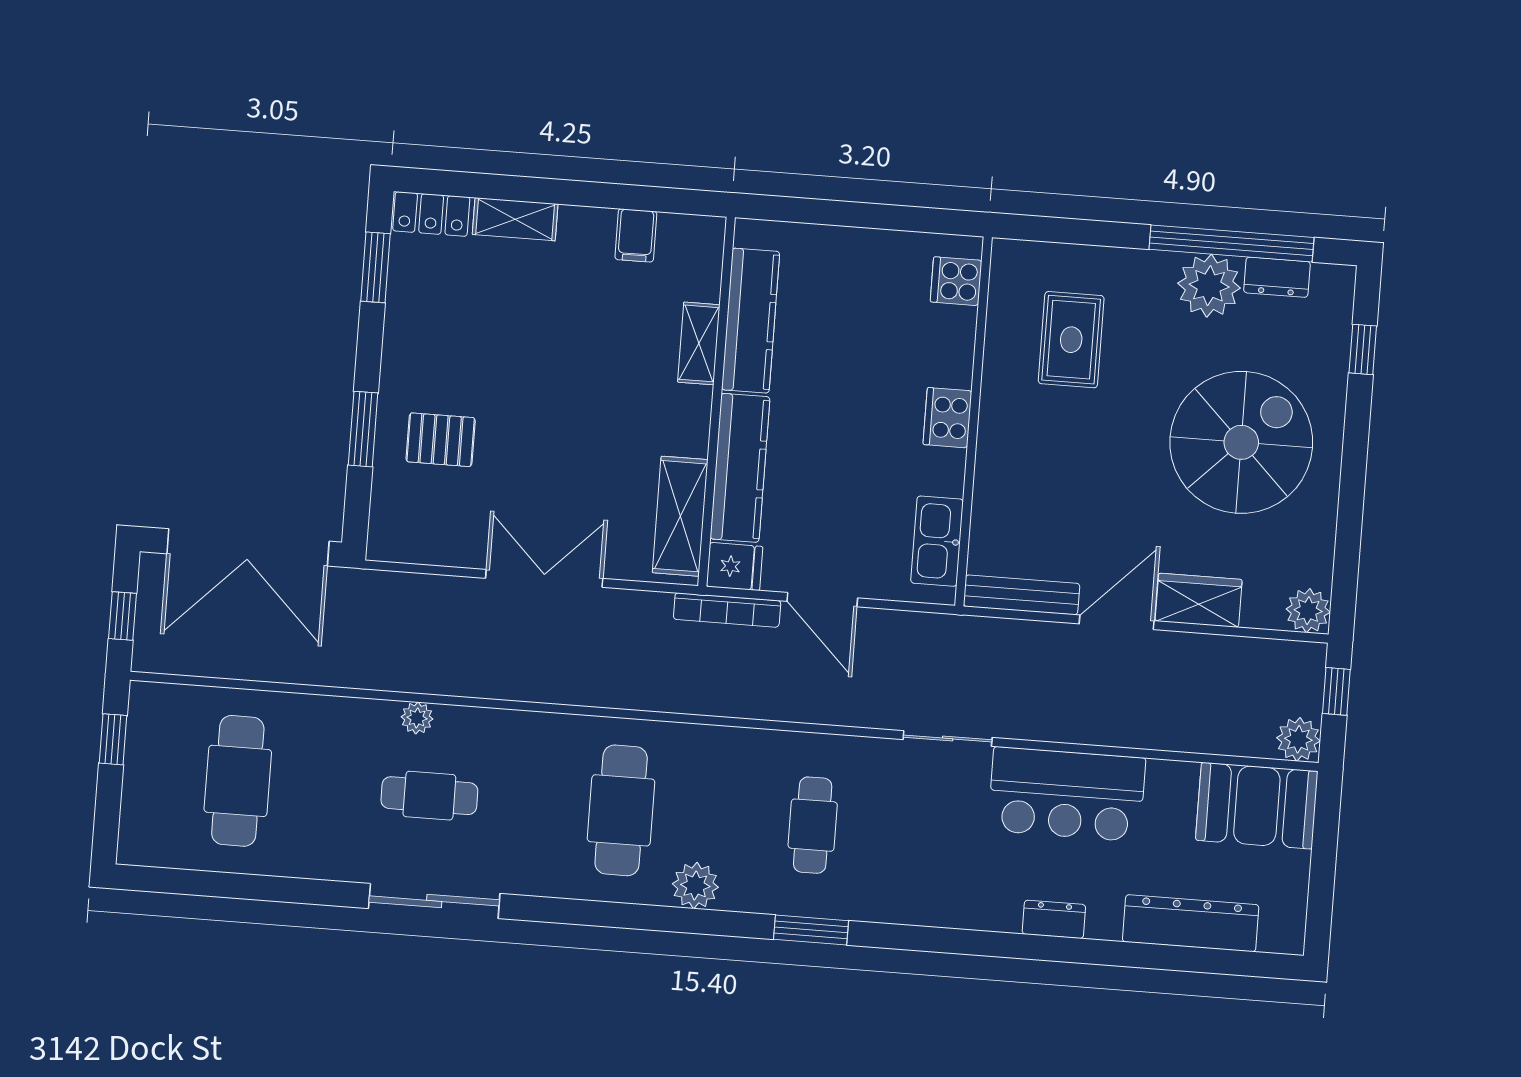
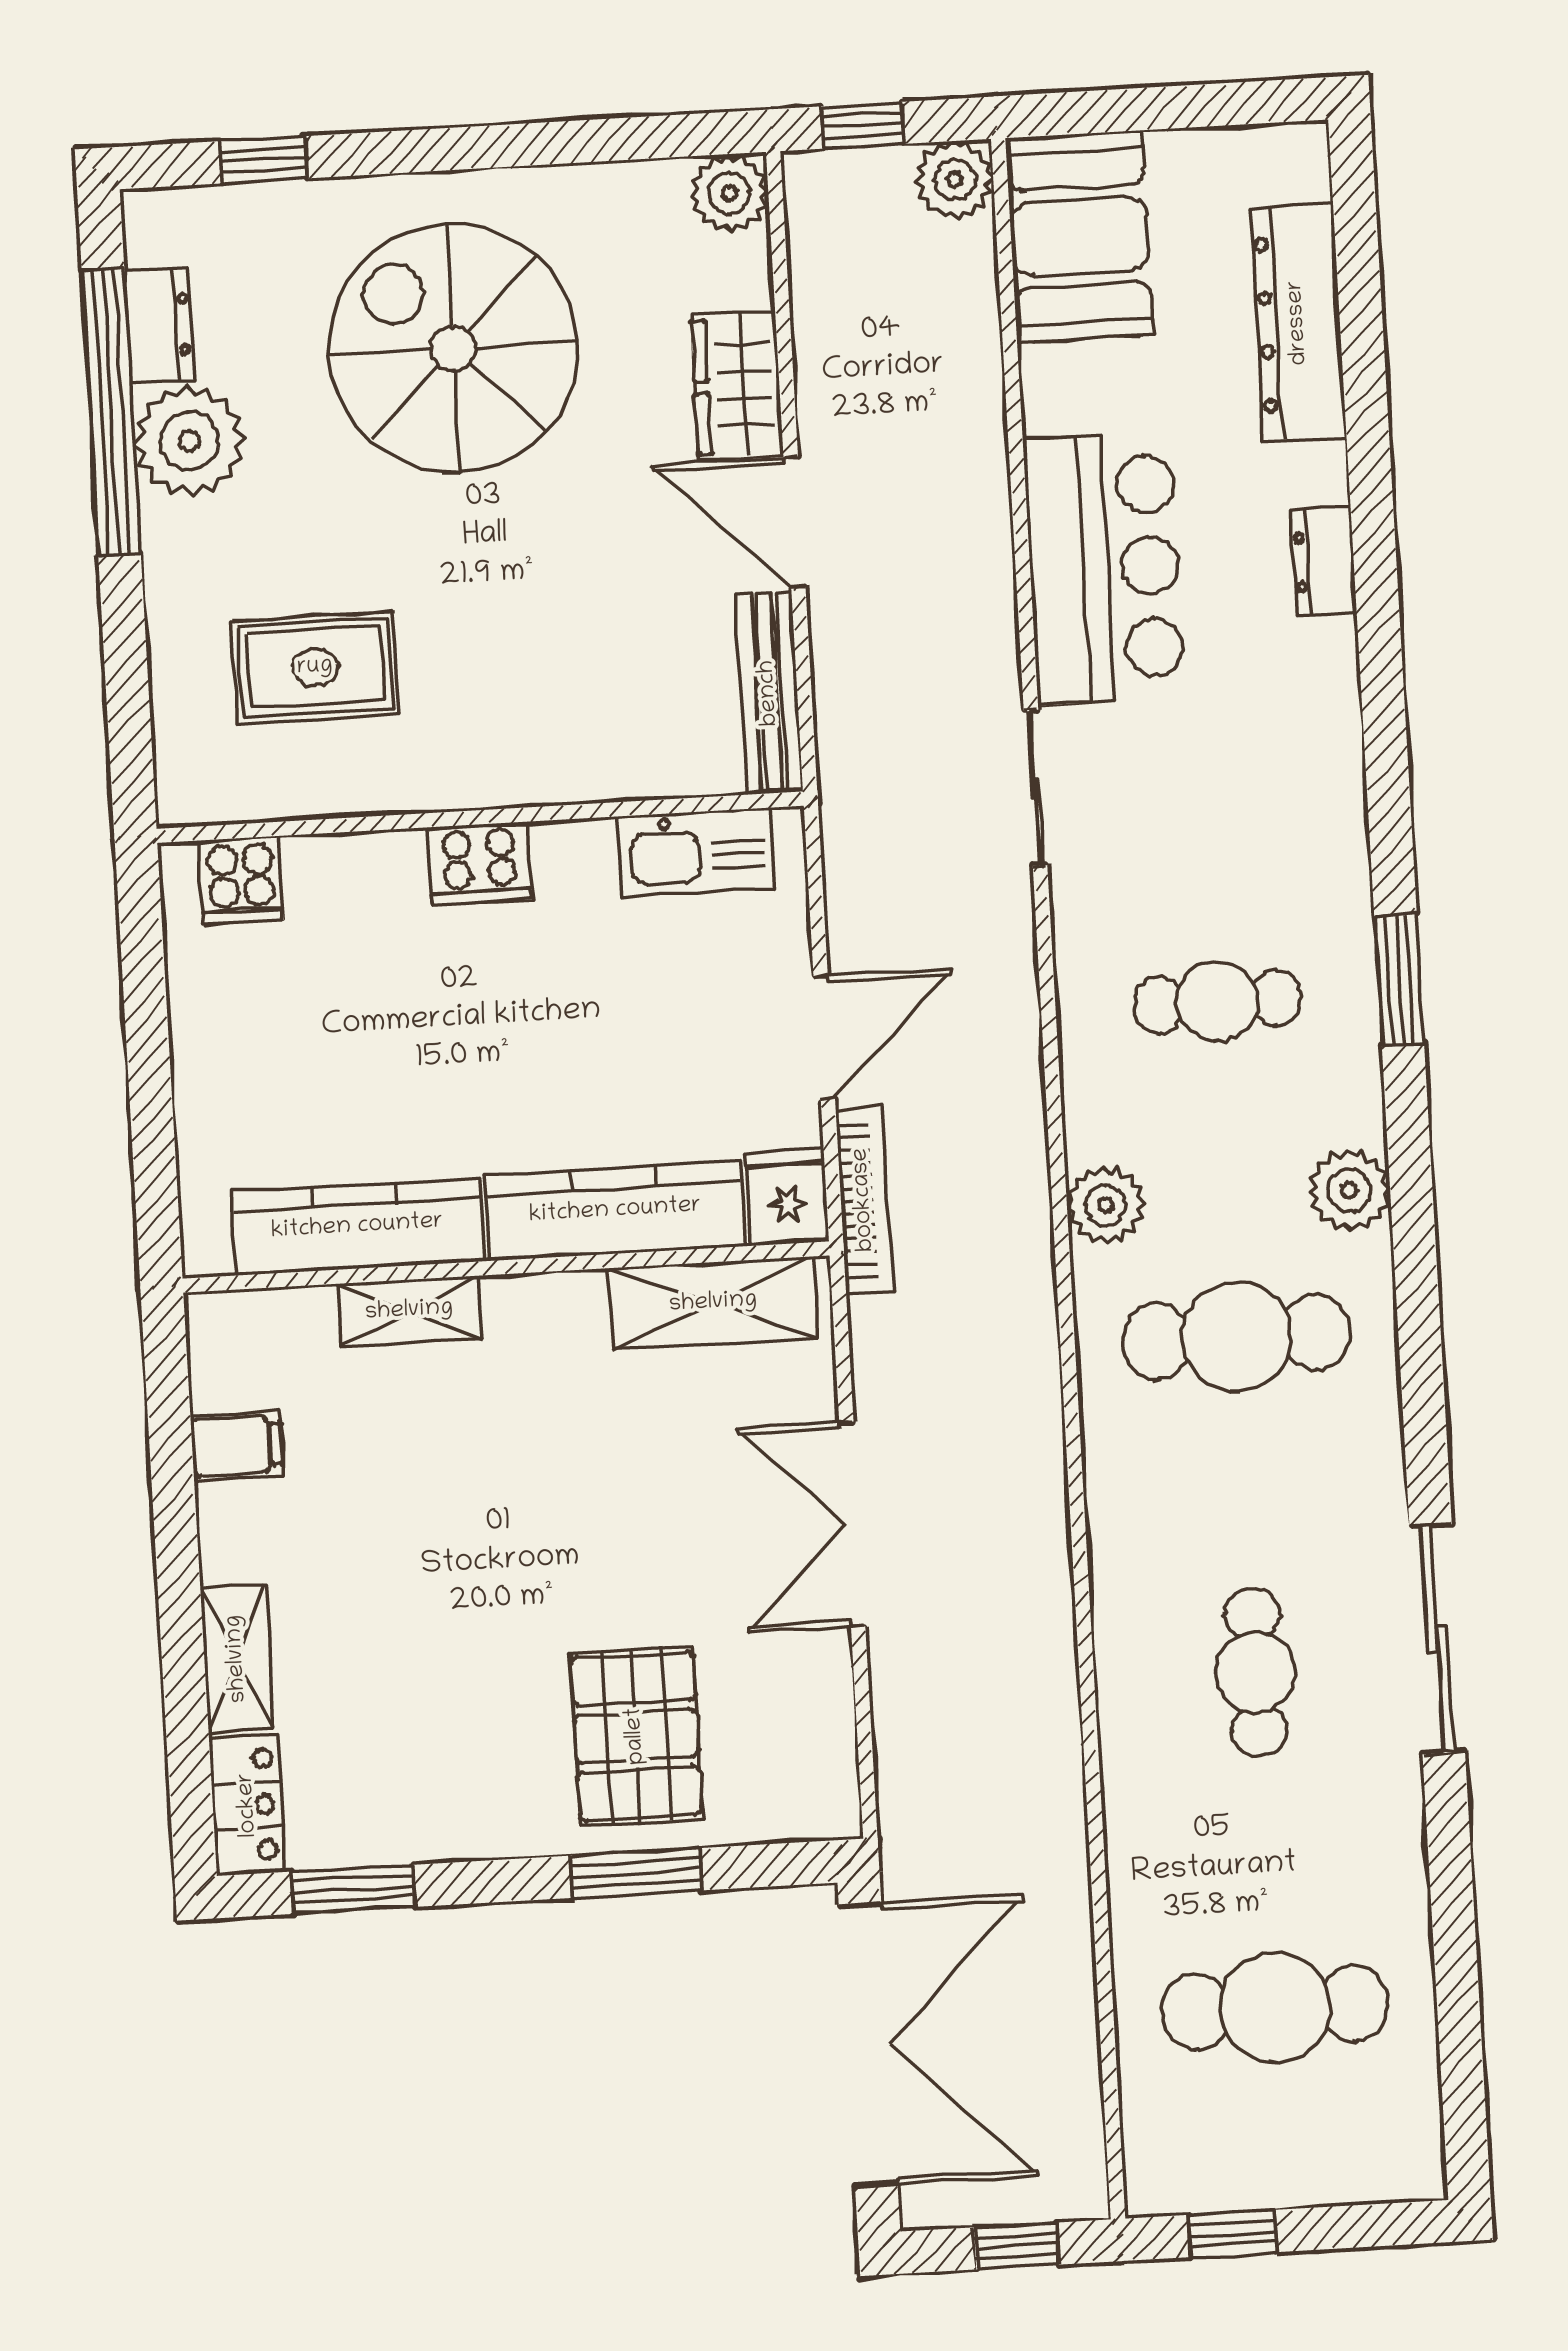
pallet: (441, 440) -> (636, 1736), width x1.50, depth x1.42
plant: (417, 718) -> (1105, 1205), moved, width x1.38, depth x1.38

